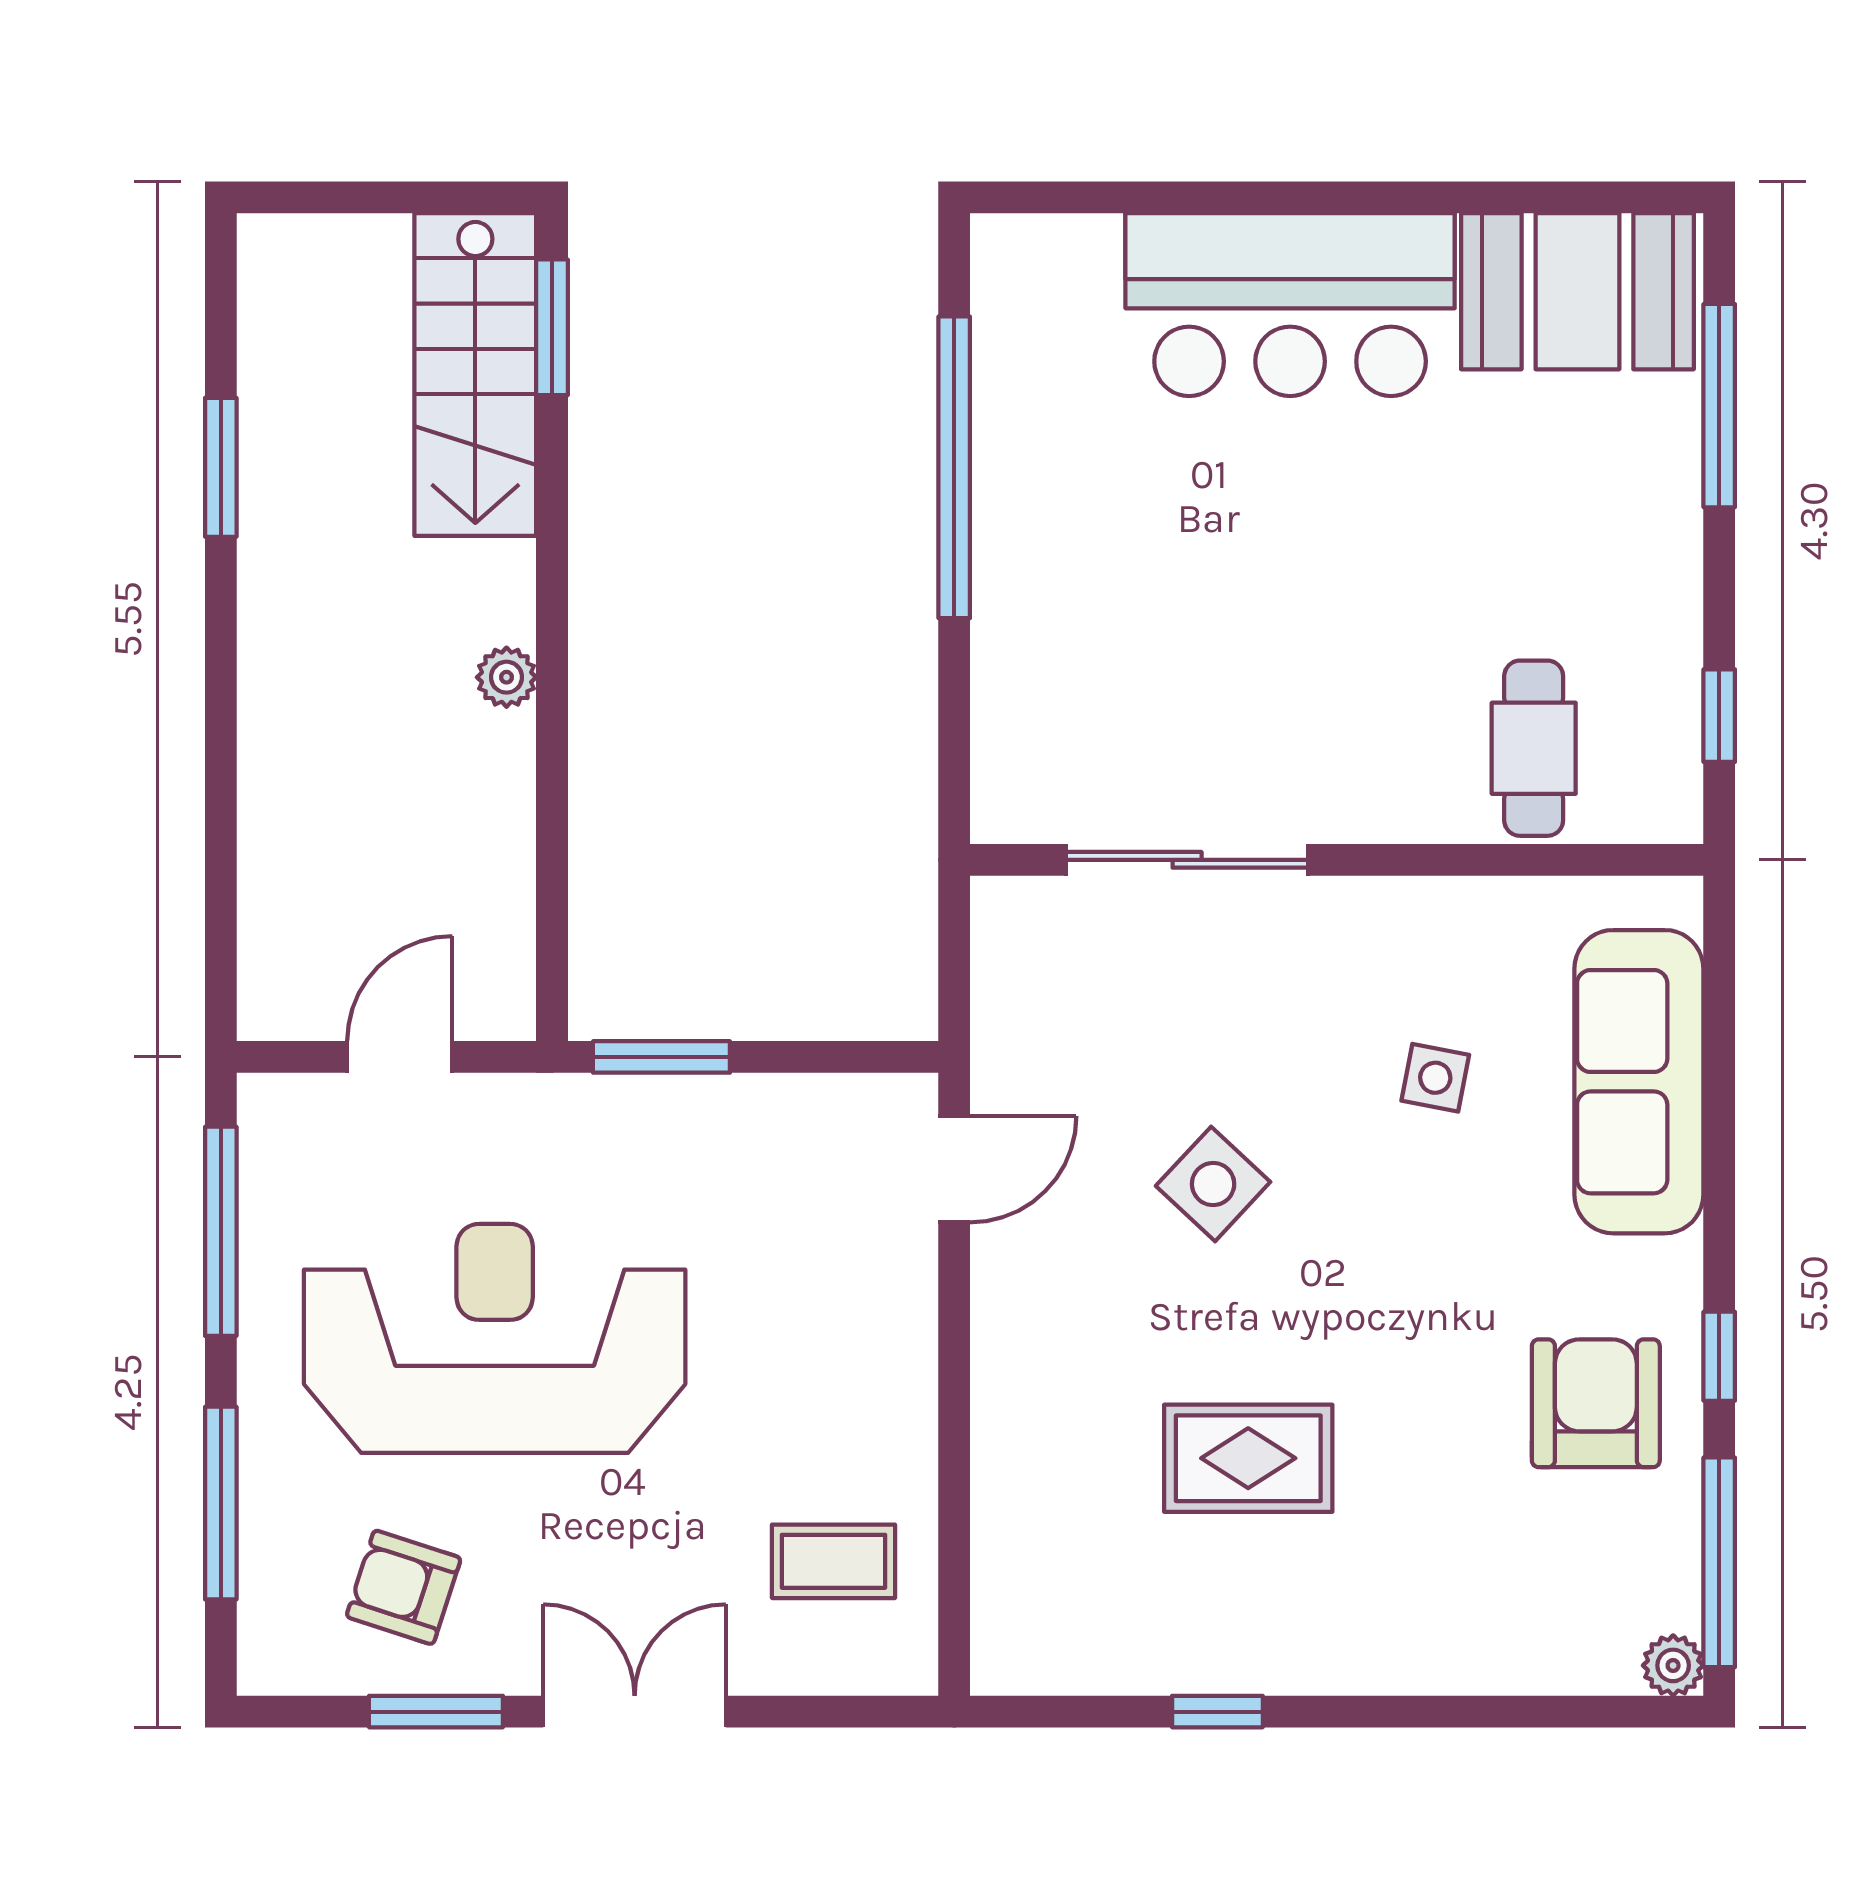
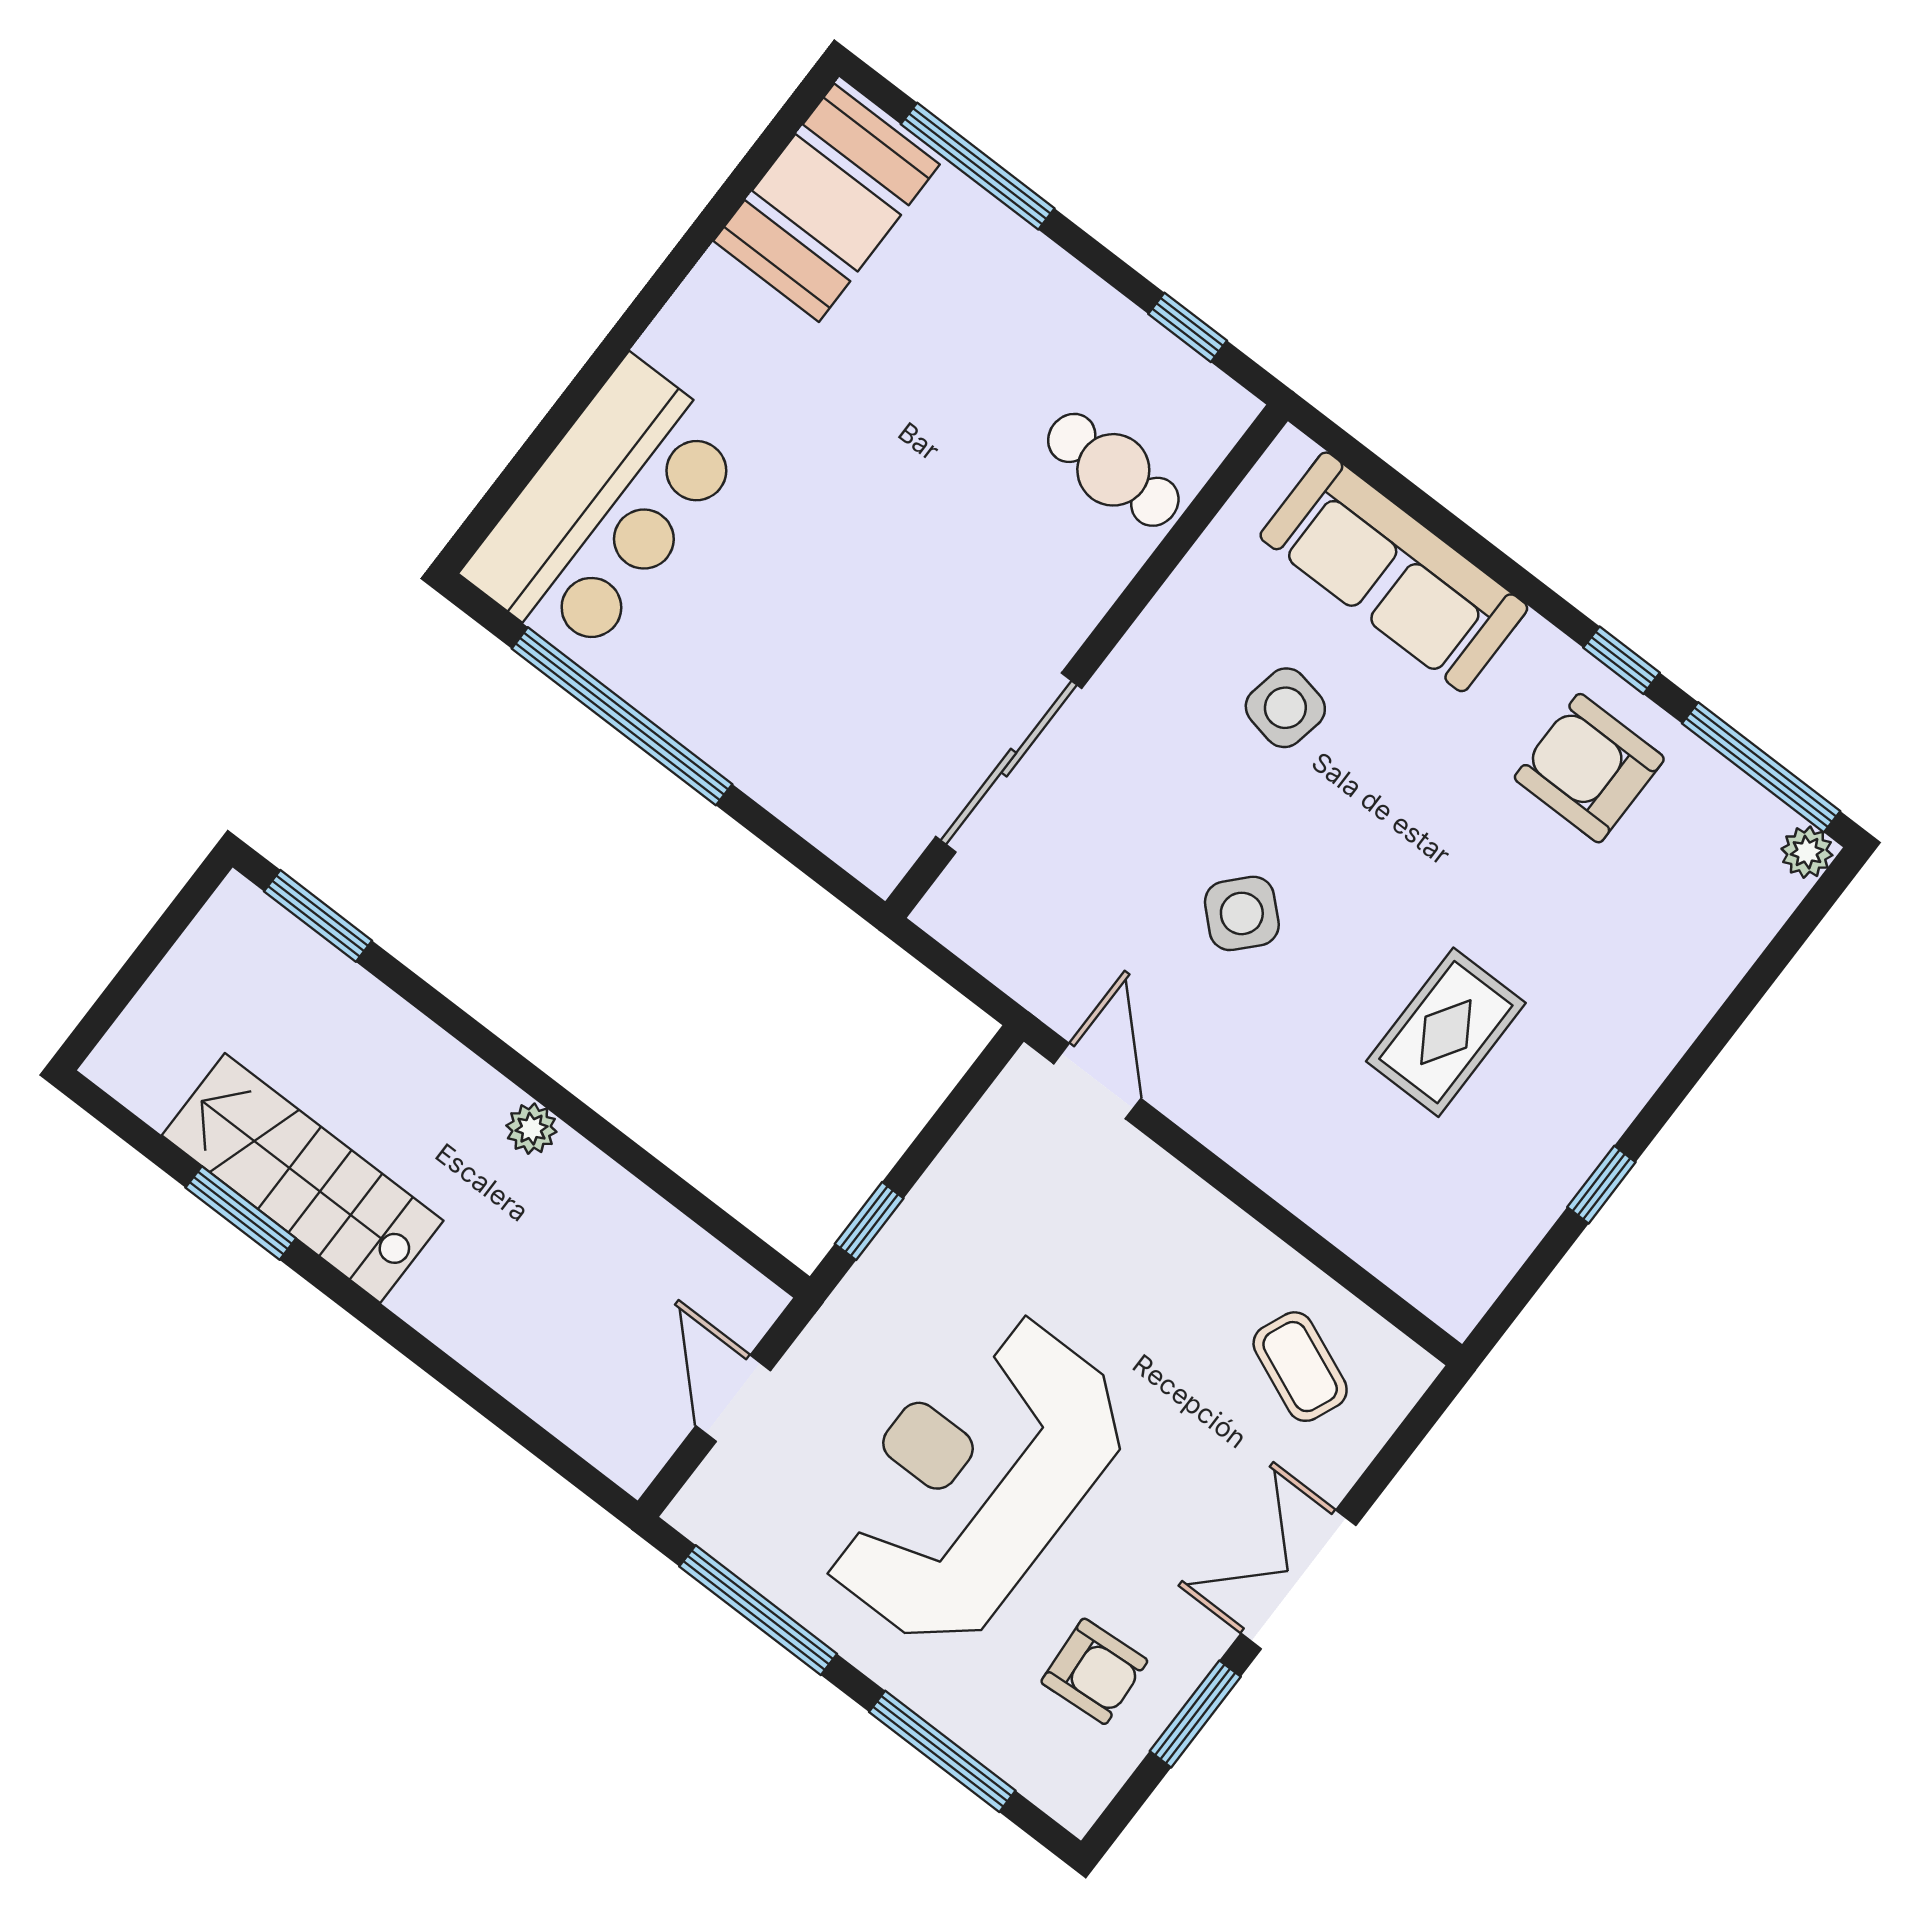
bar counter: (1290, 305) -> (605, 510), moved
stairs: (475, 375) -> (303, 1178), moved, turned 180
window: (661, 1057) -> (869, 1221), width x0.67
side table: (1435, 1078) -> (1285, 708), width x1.37, depth x1.37
coffee table: (833, 1561) -> (1300, 1367), turned -67
armchair: (404, 1587) -> (1094, 1671), turned -112

